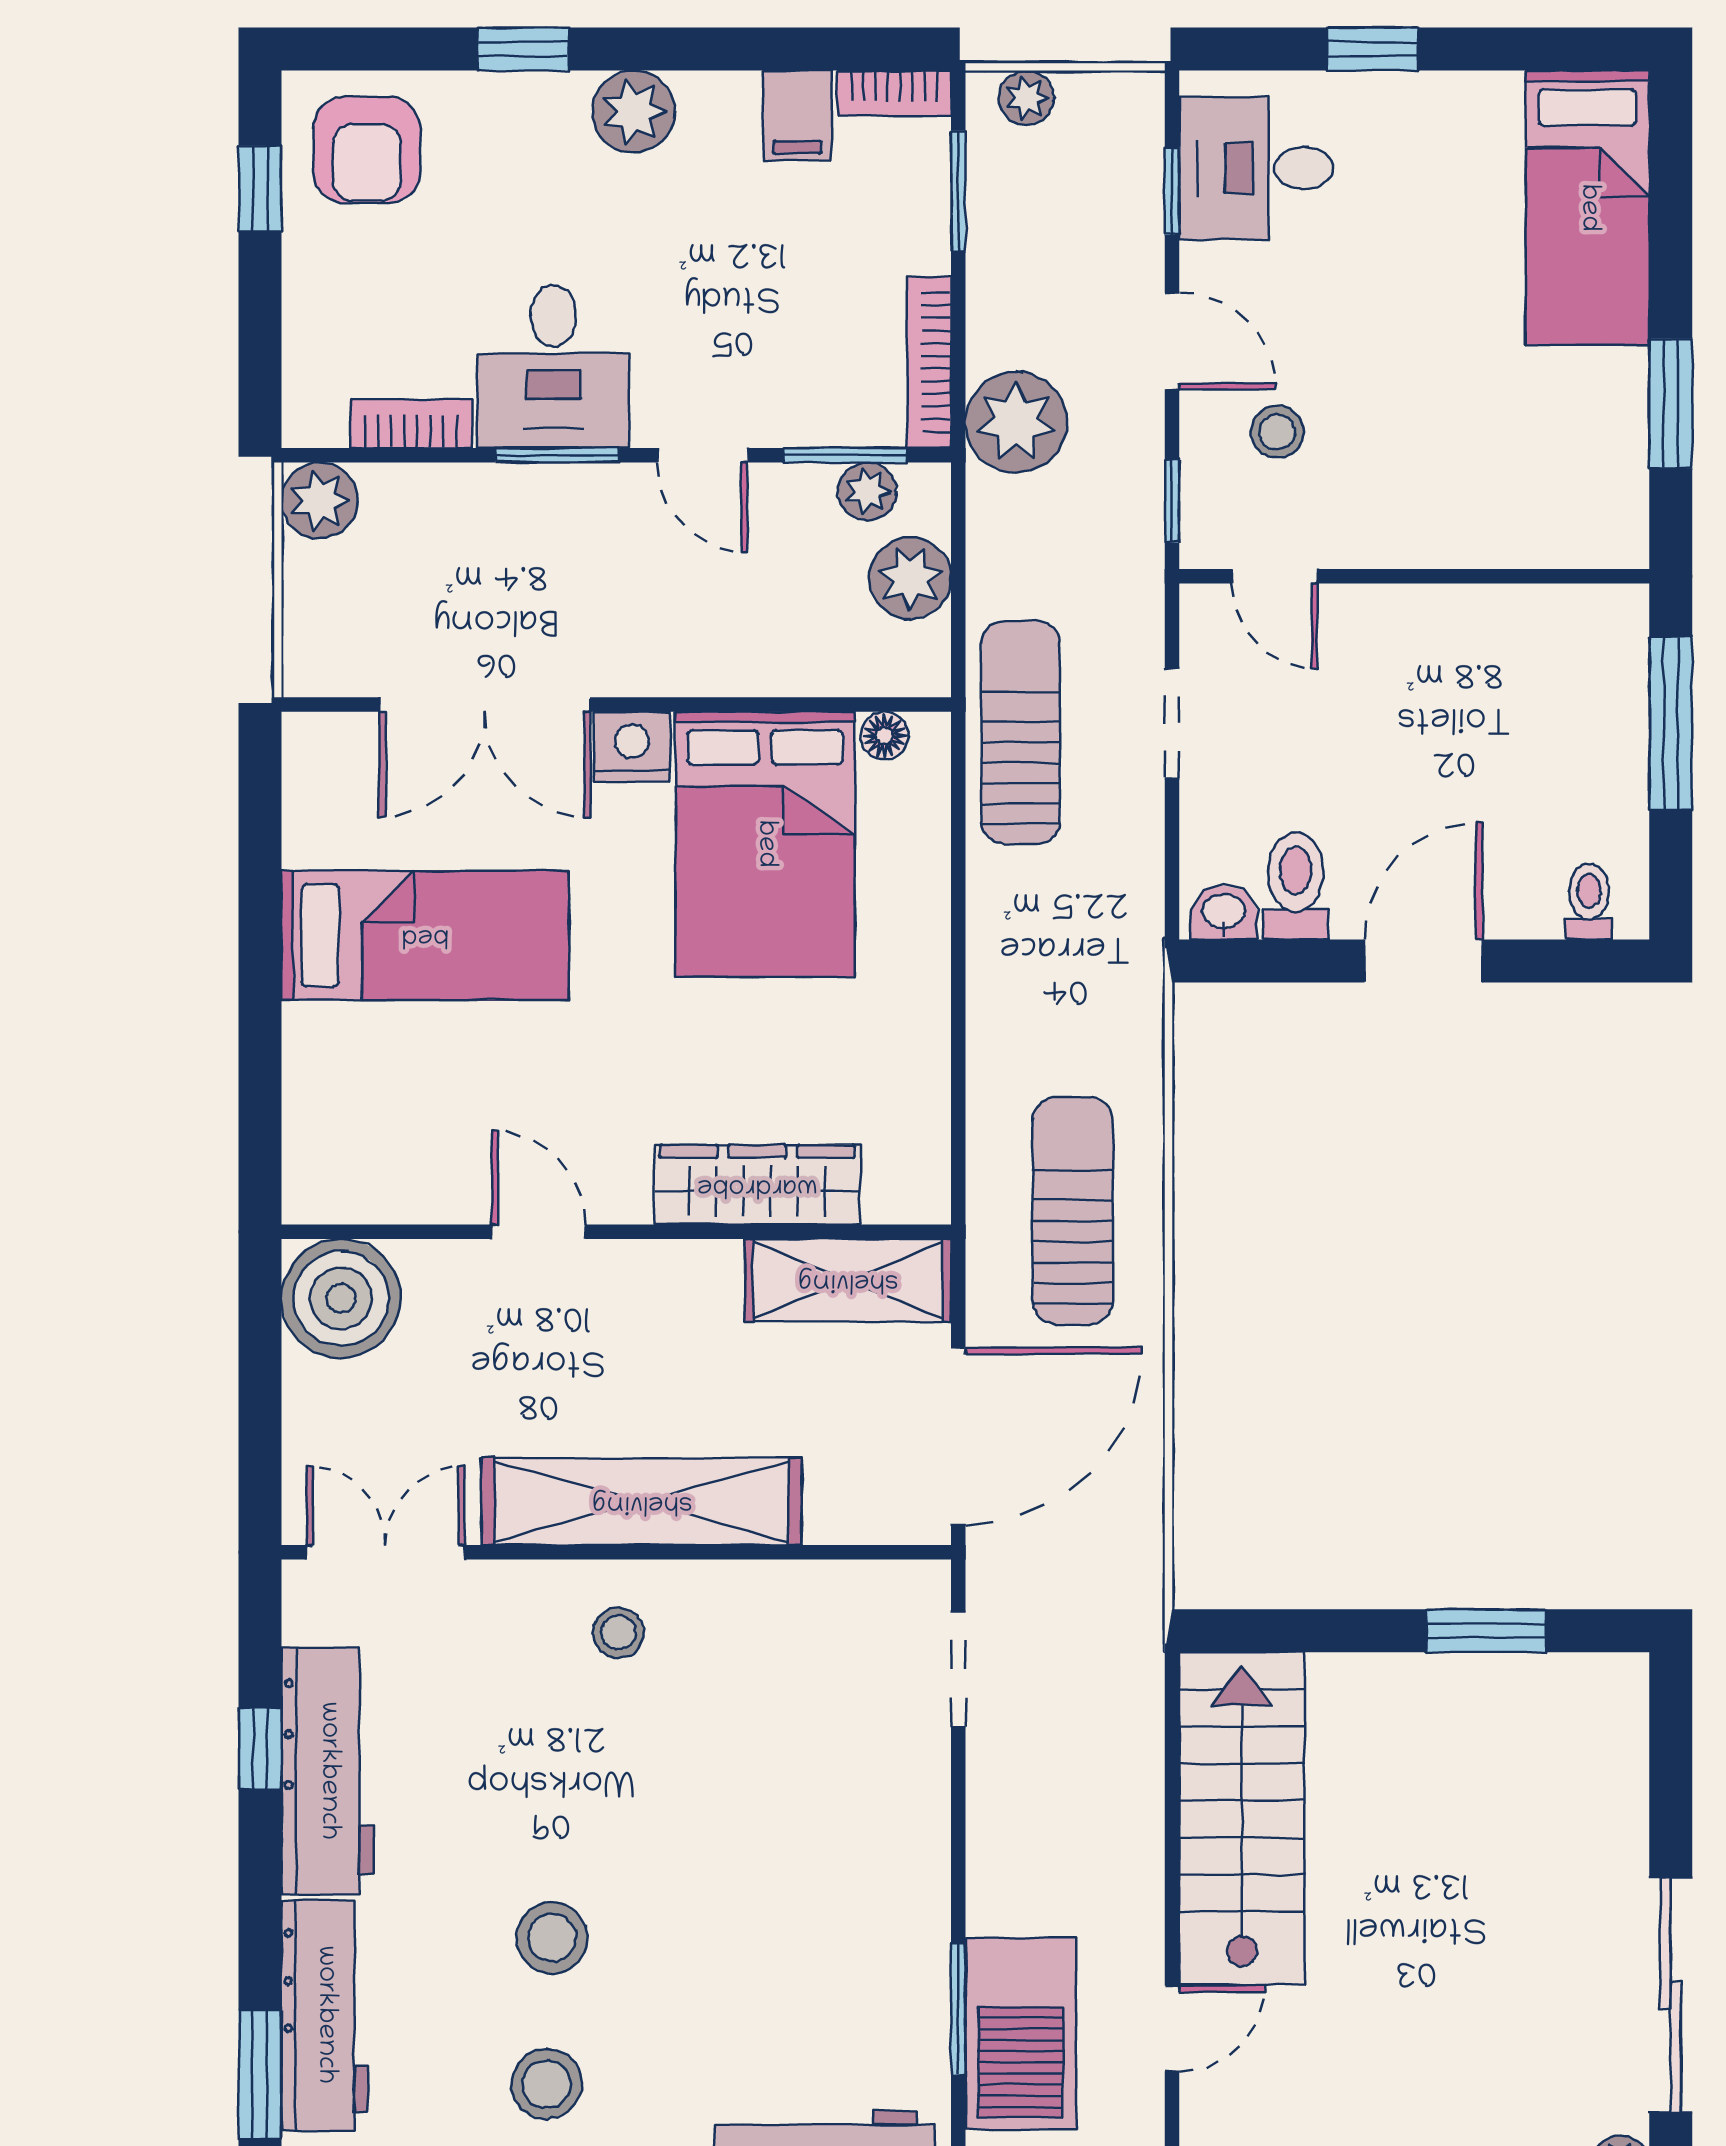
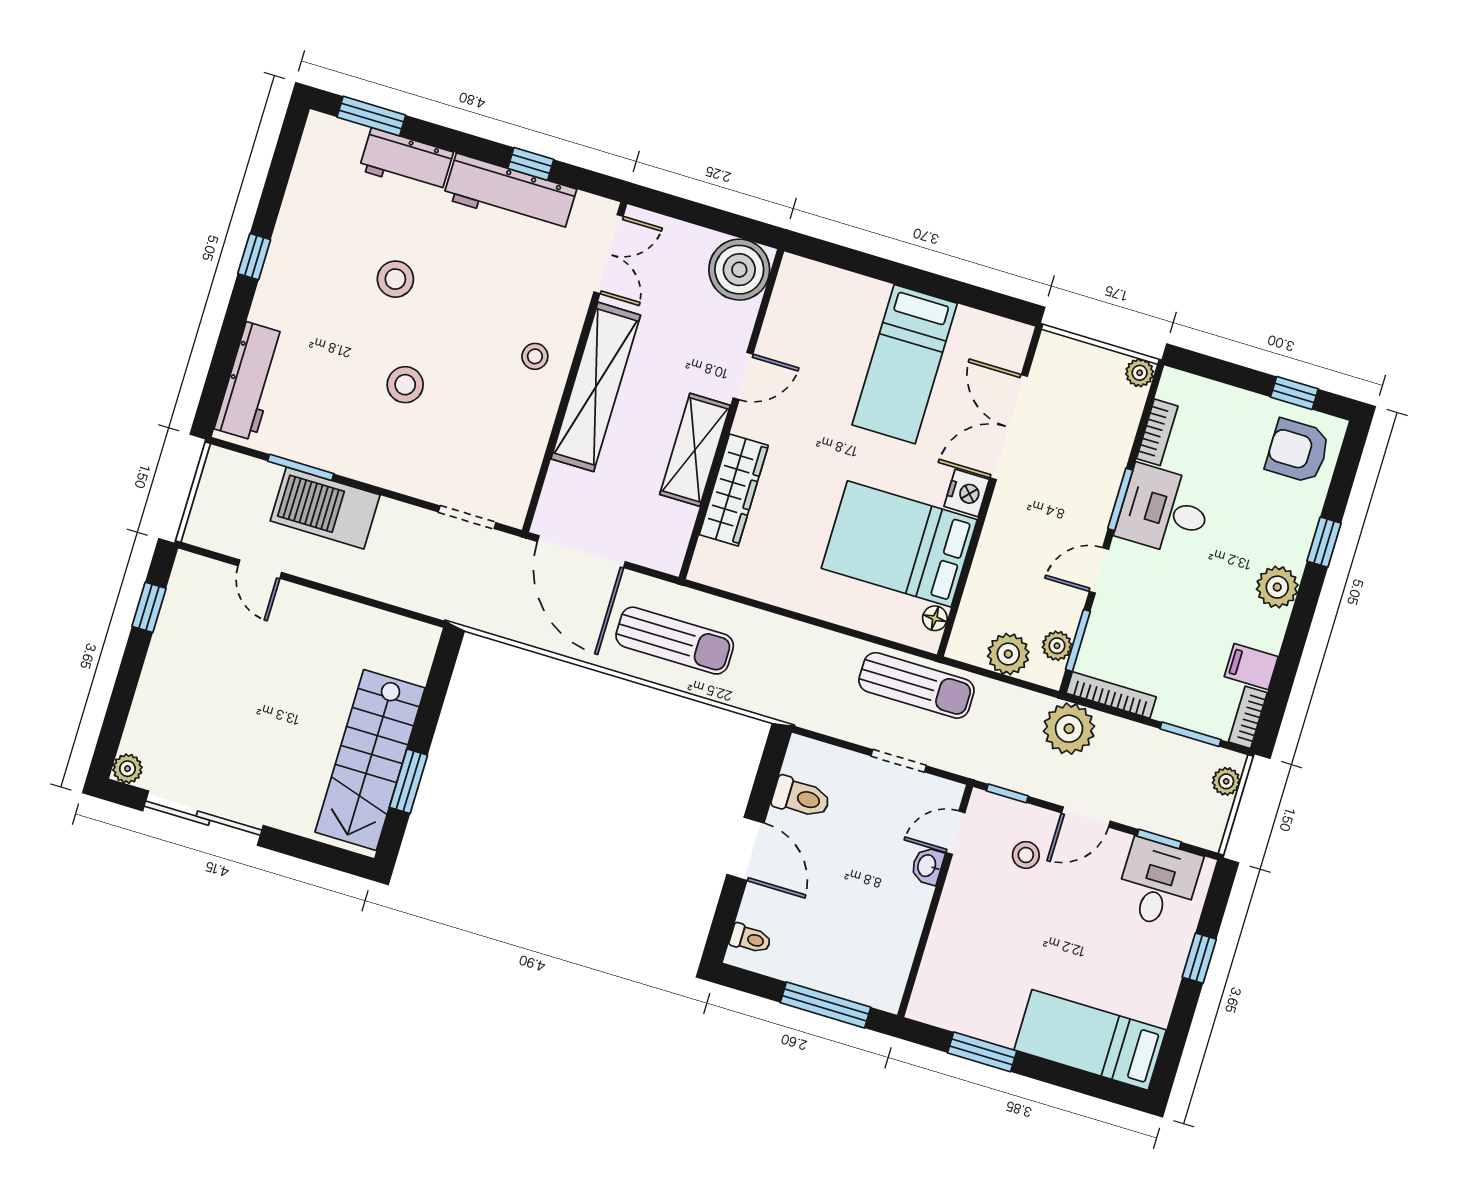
plant: (320, 500) -> (1140, 373), width x0.73, depth x0.73
washbasin: (1224, 913) -> (927, 866), moved, turned 180
shelving: (848, 1280) -> (695, 450), moved
stairs: (1242, 1818) -> (370, 760), moved, turned 90
workbench: (325, 2015) -> (406, 161), width x0.73
barbecue: (1021, 2034) -> (325, 508), moved
stool: (546, 2084) -> (405, 385), moved

